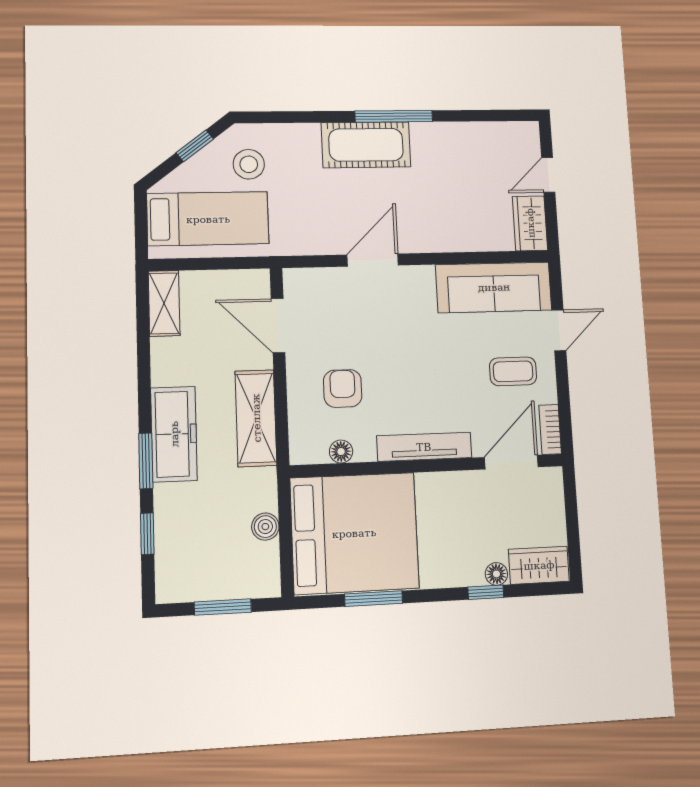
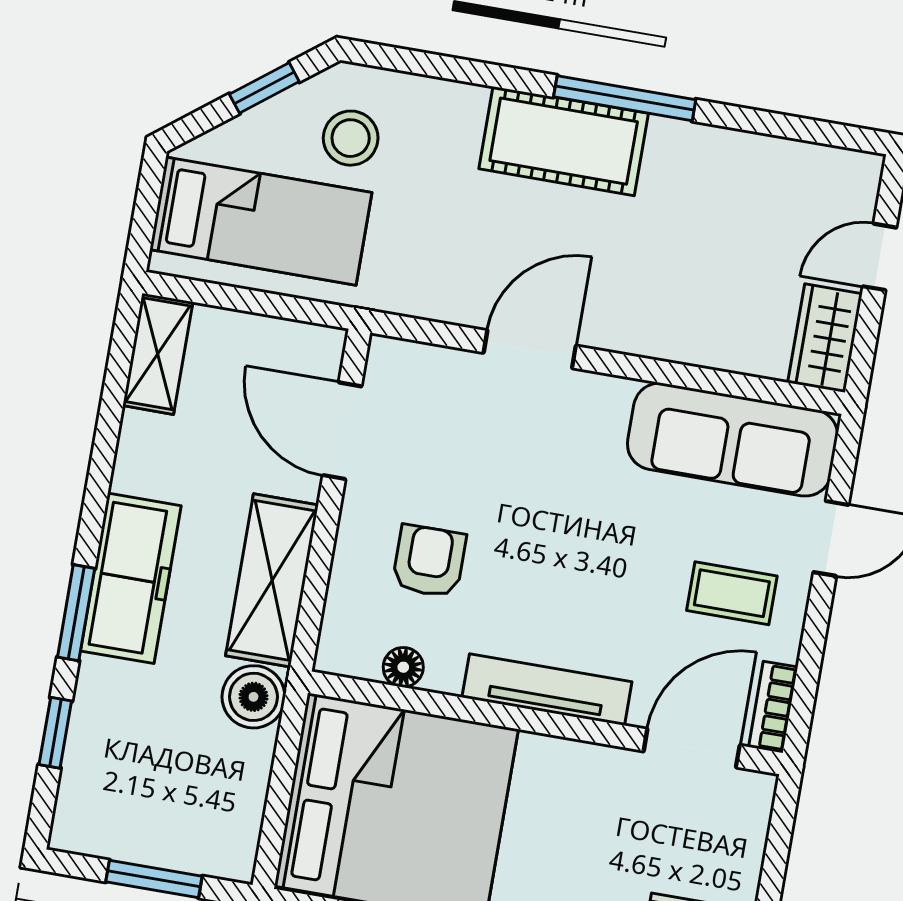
boiler: (265, 527) -> (253, 697), moved, width x1.36, depth x1.36

